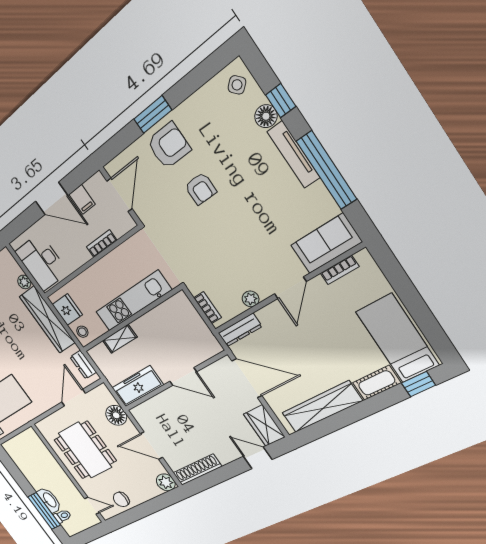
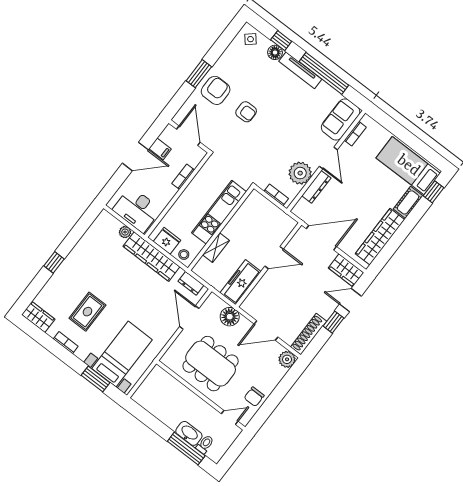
plant: (251, 299) -> (300, 173), width x1.87, depth x1.87
dresser: (240, 330) -> (316, 187), moved
window: (230, 471) -> (334, 322), added

